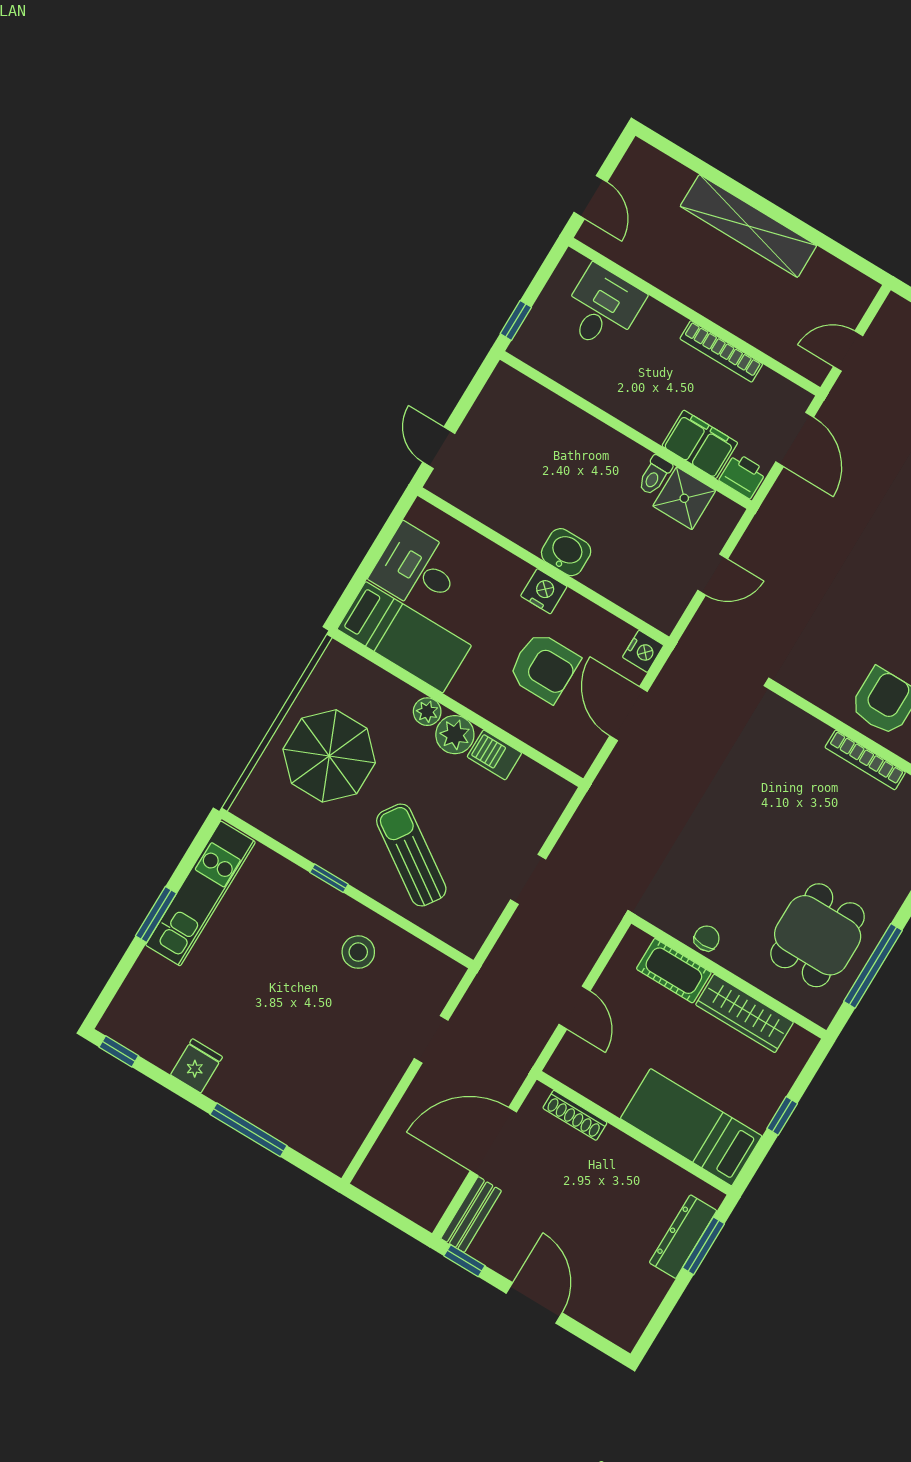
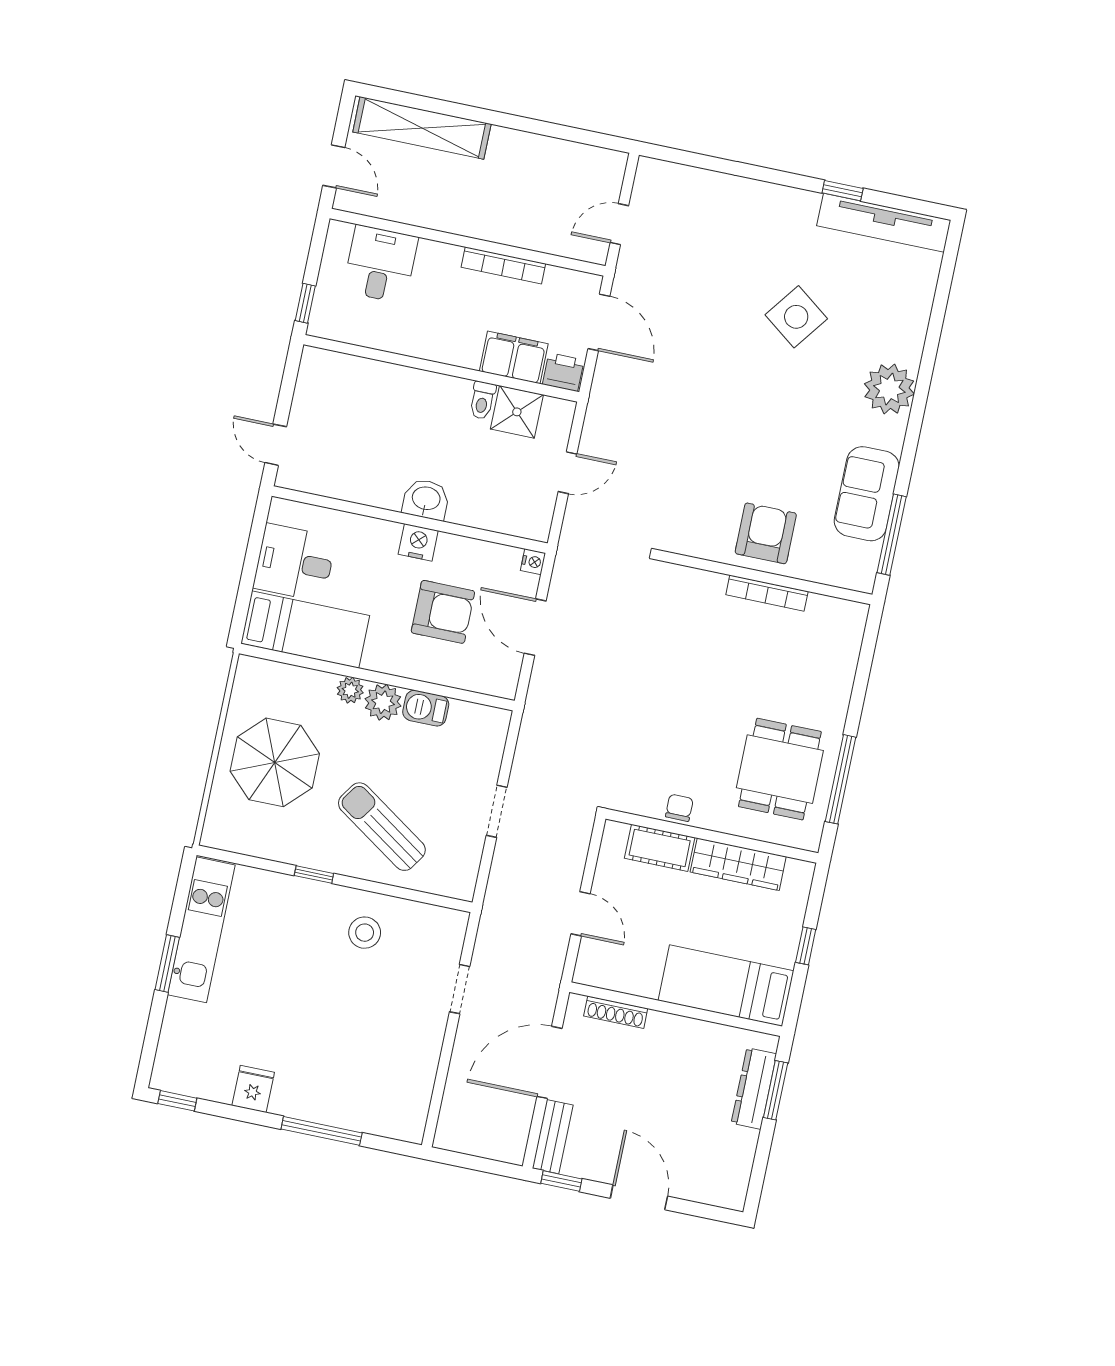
shelving: (748, 226) -> (422, 128), moved
nightstand: (643, 651) -> (533, 562), width x0.72, depth x0.74

